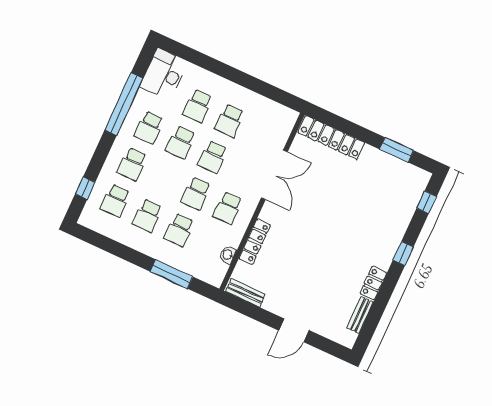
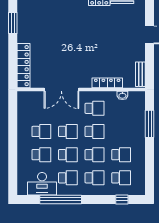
desk: (164, 74) -> (42, 184), moved
double door: (274, 175) -> (61, 89), swing flipped
school desk: (179, 230) -> (94, 155), moved

